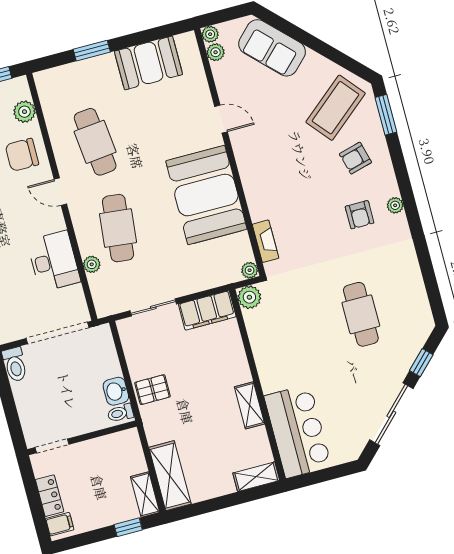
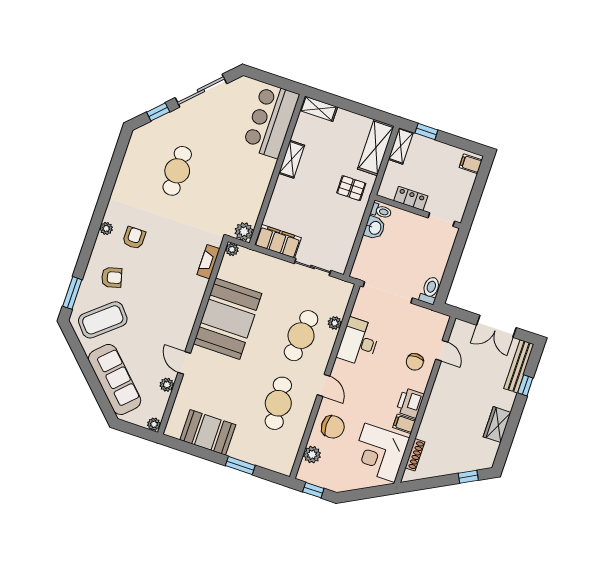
sofa: (272, 48) -> (115, 379), width x1.36
plant: (216, 52) -> (167, 385), moved
pallet: (153, 390) -> (351, 188), moved
locker: (50, 496) -> (411, 198), moved, turned 90

